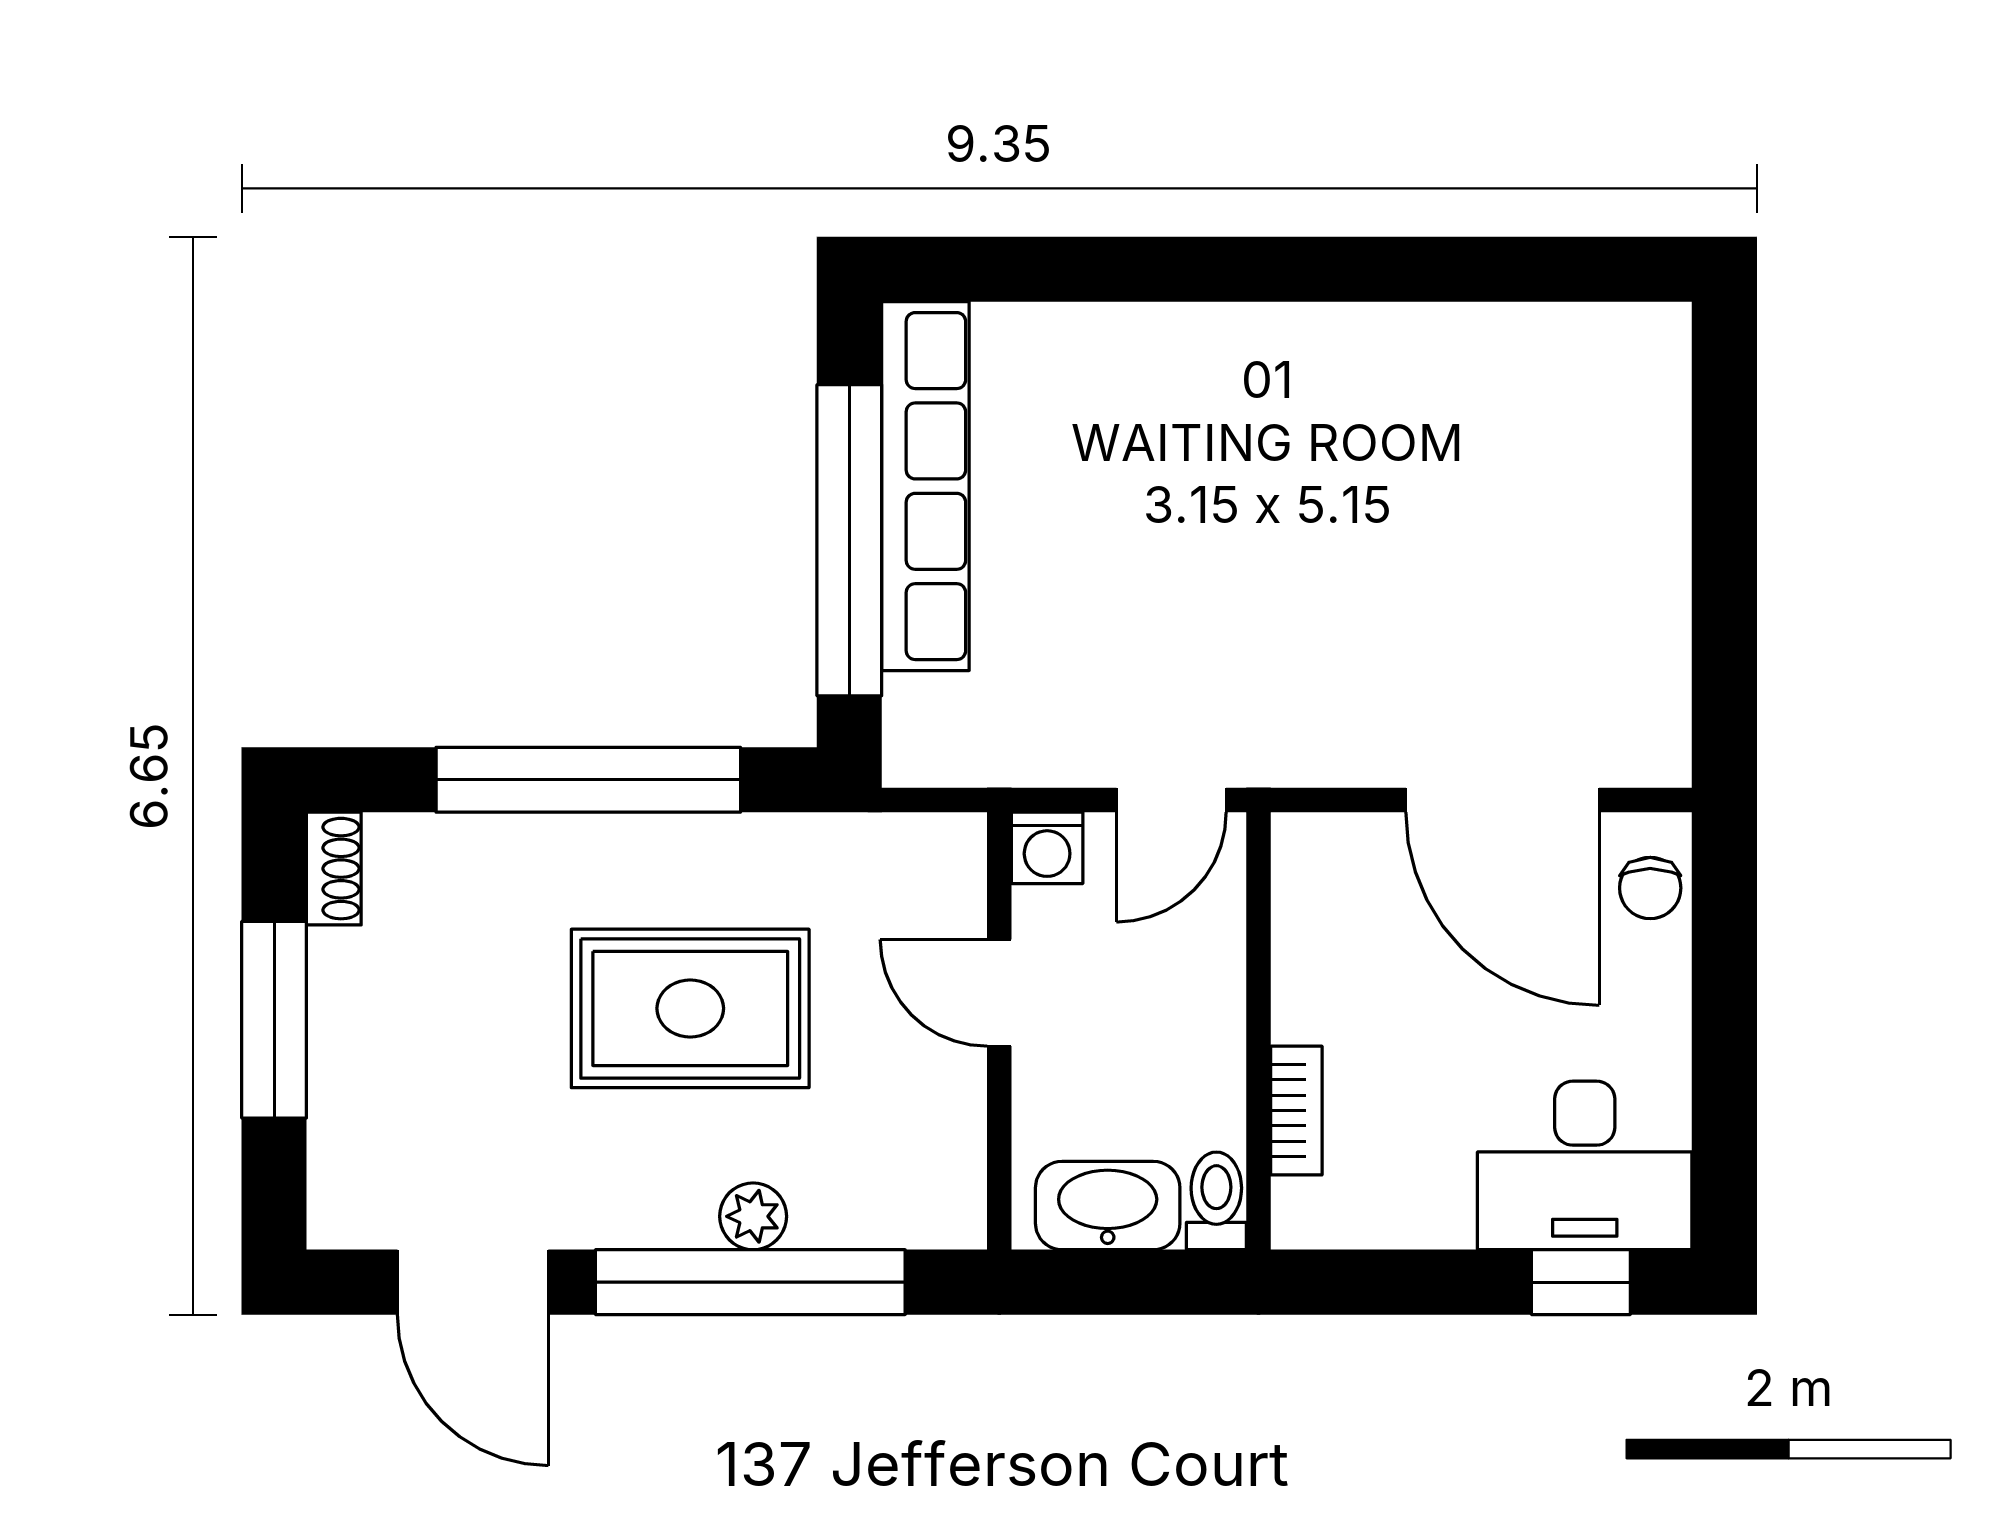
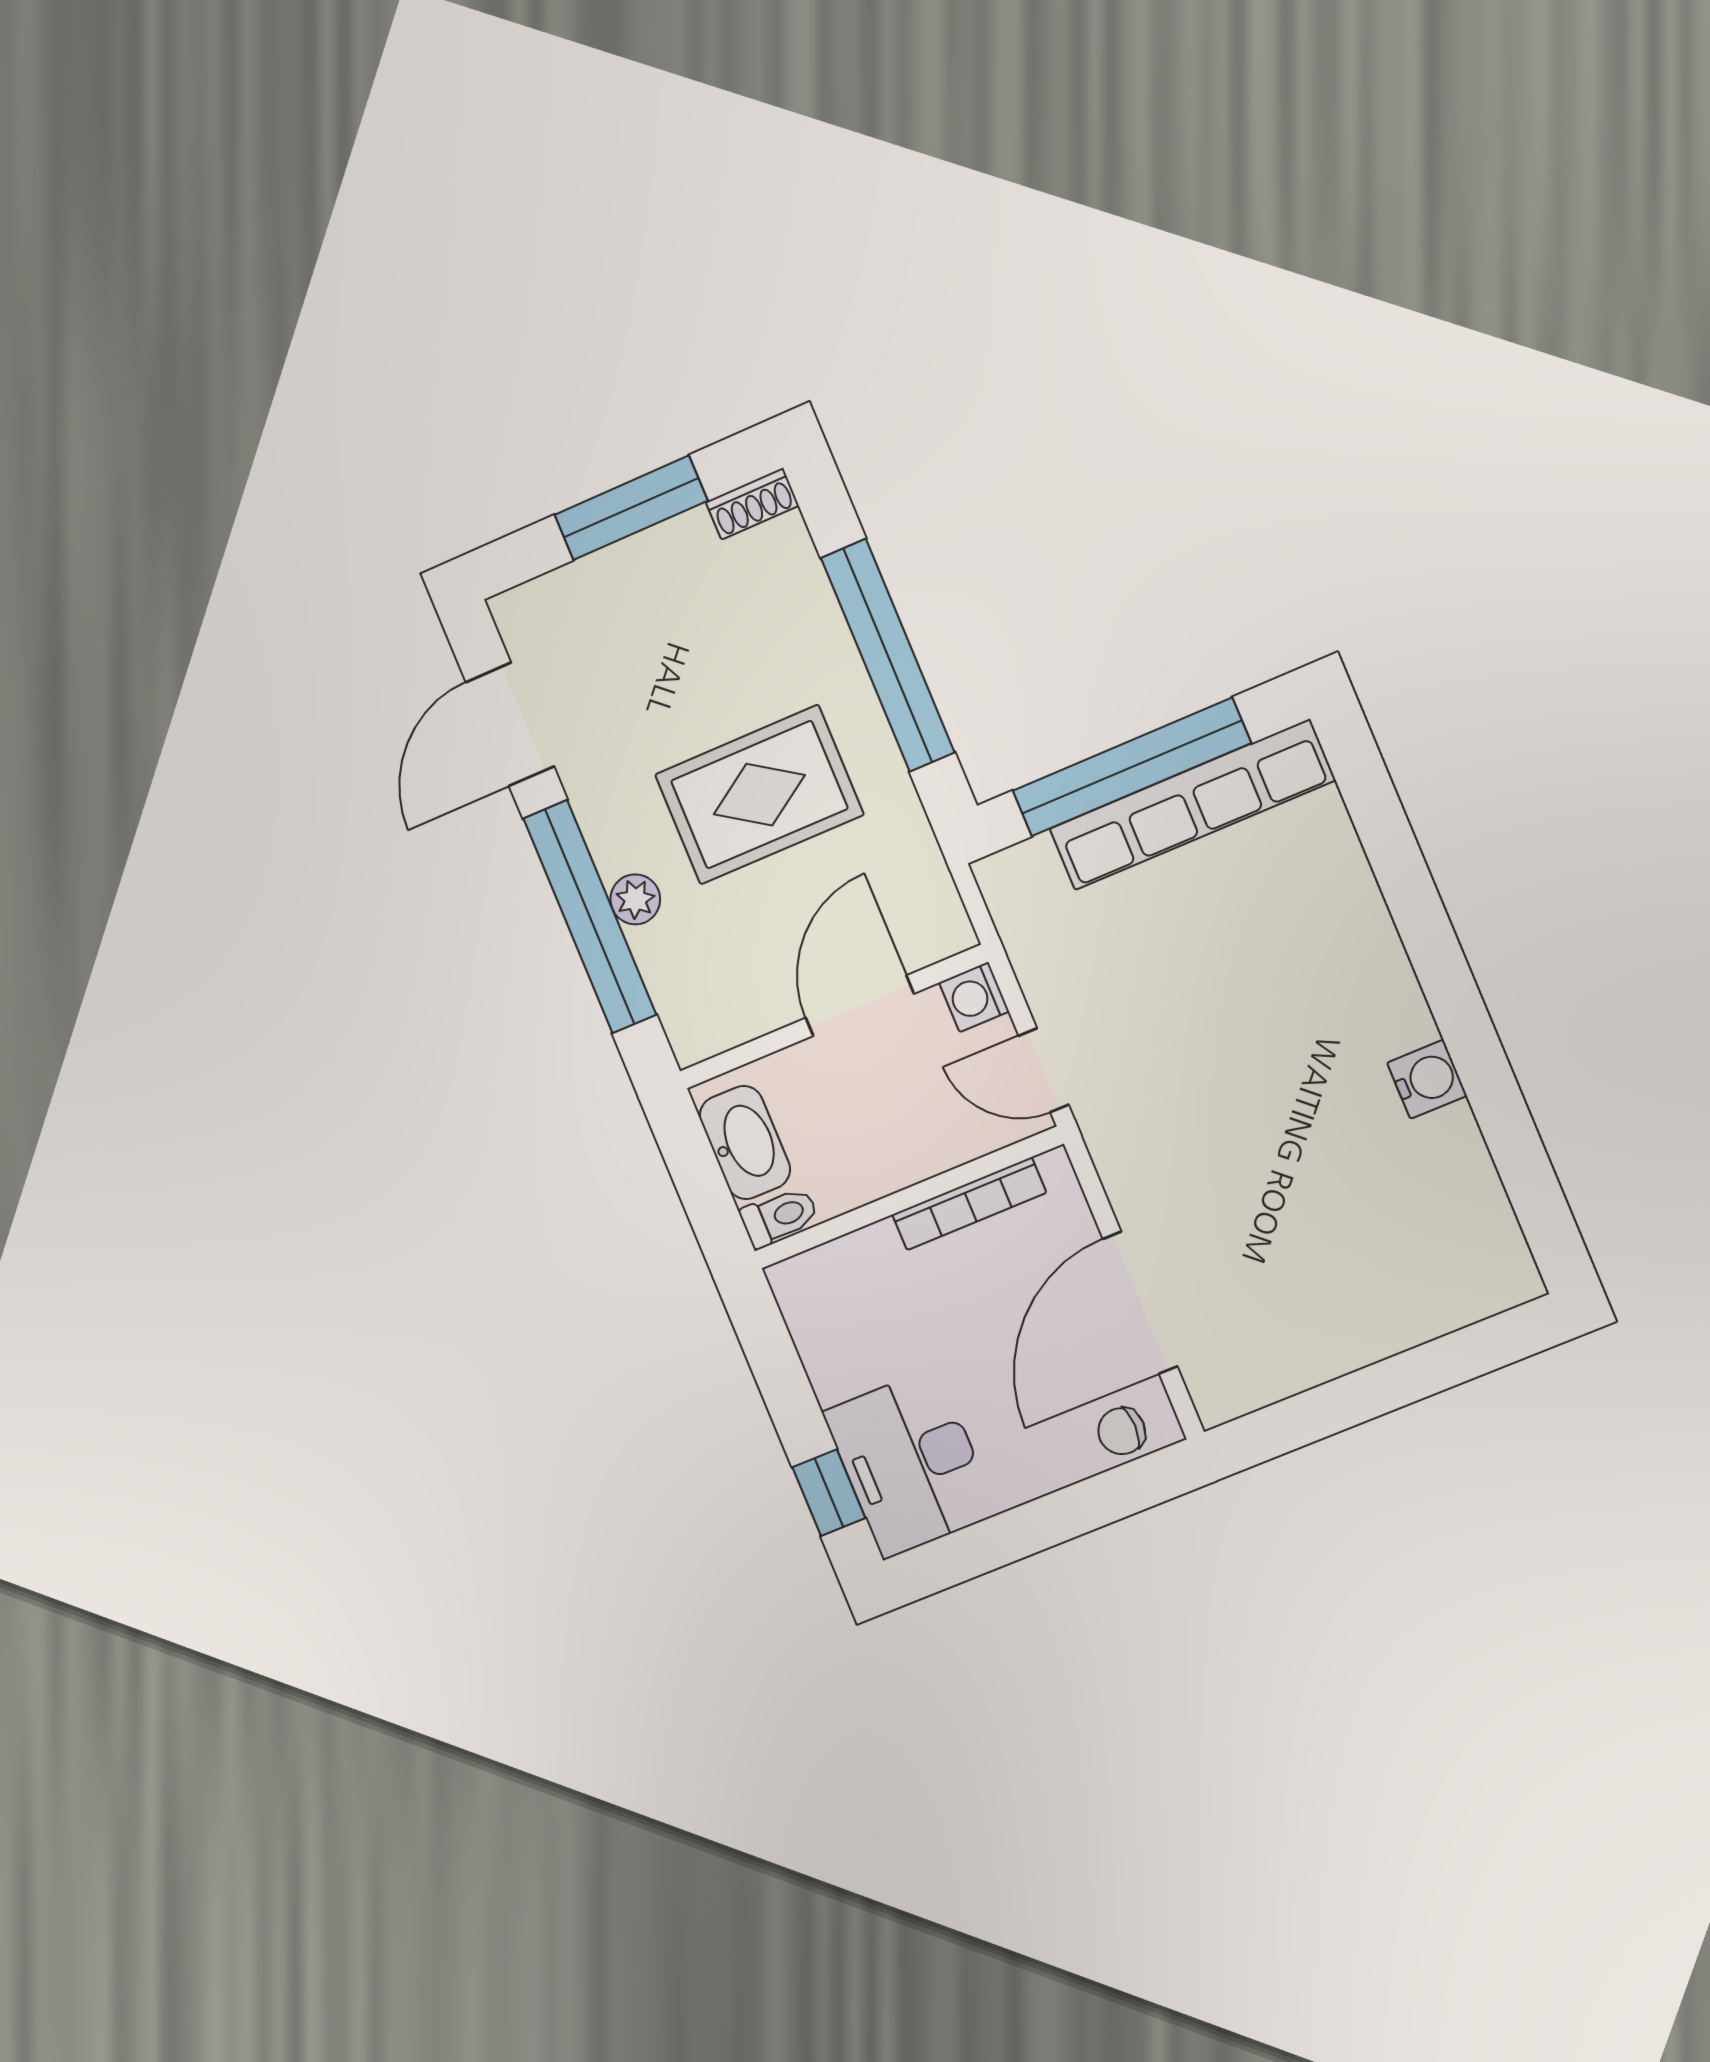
water cooler: (1373, 342) -> (1427, 1079), added
door: (999, 993) -> (860, 1006), width x1.38
rug: (690, 1008) -> (759, 795), turned 90
bookcase: (1296, 1111) -> (969, 1204), moved, width x1.56

